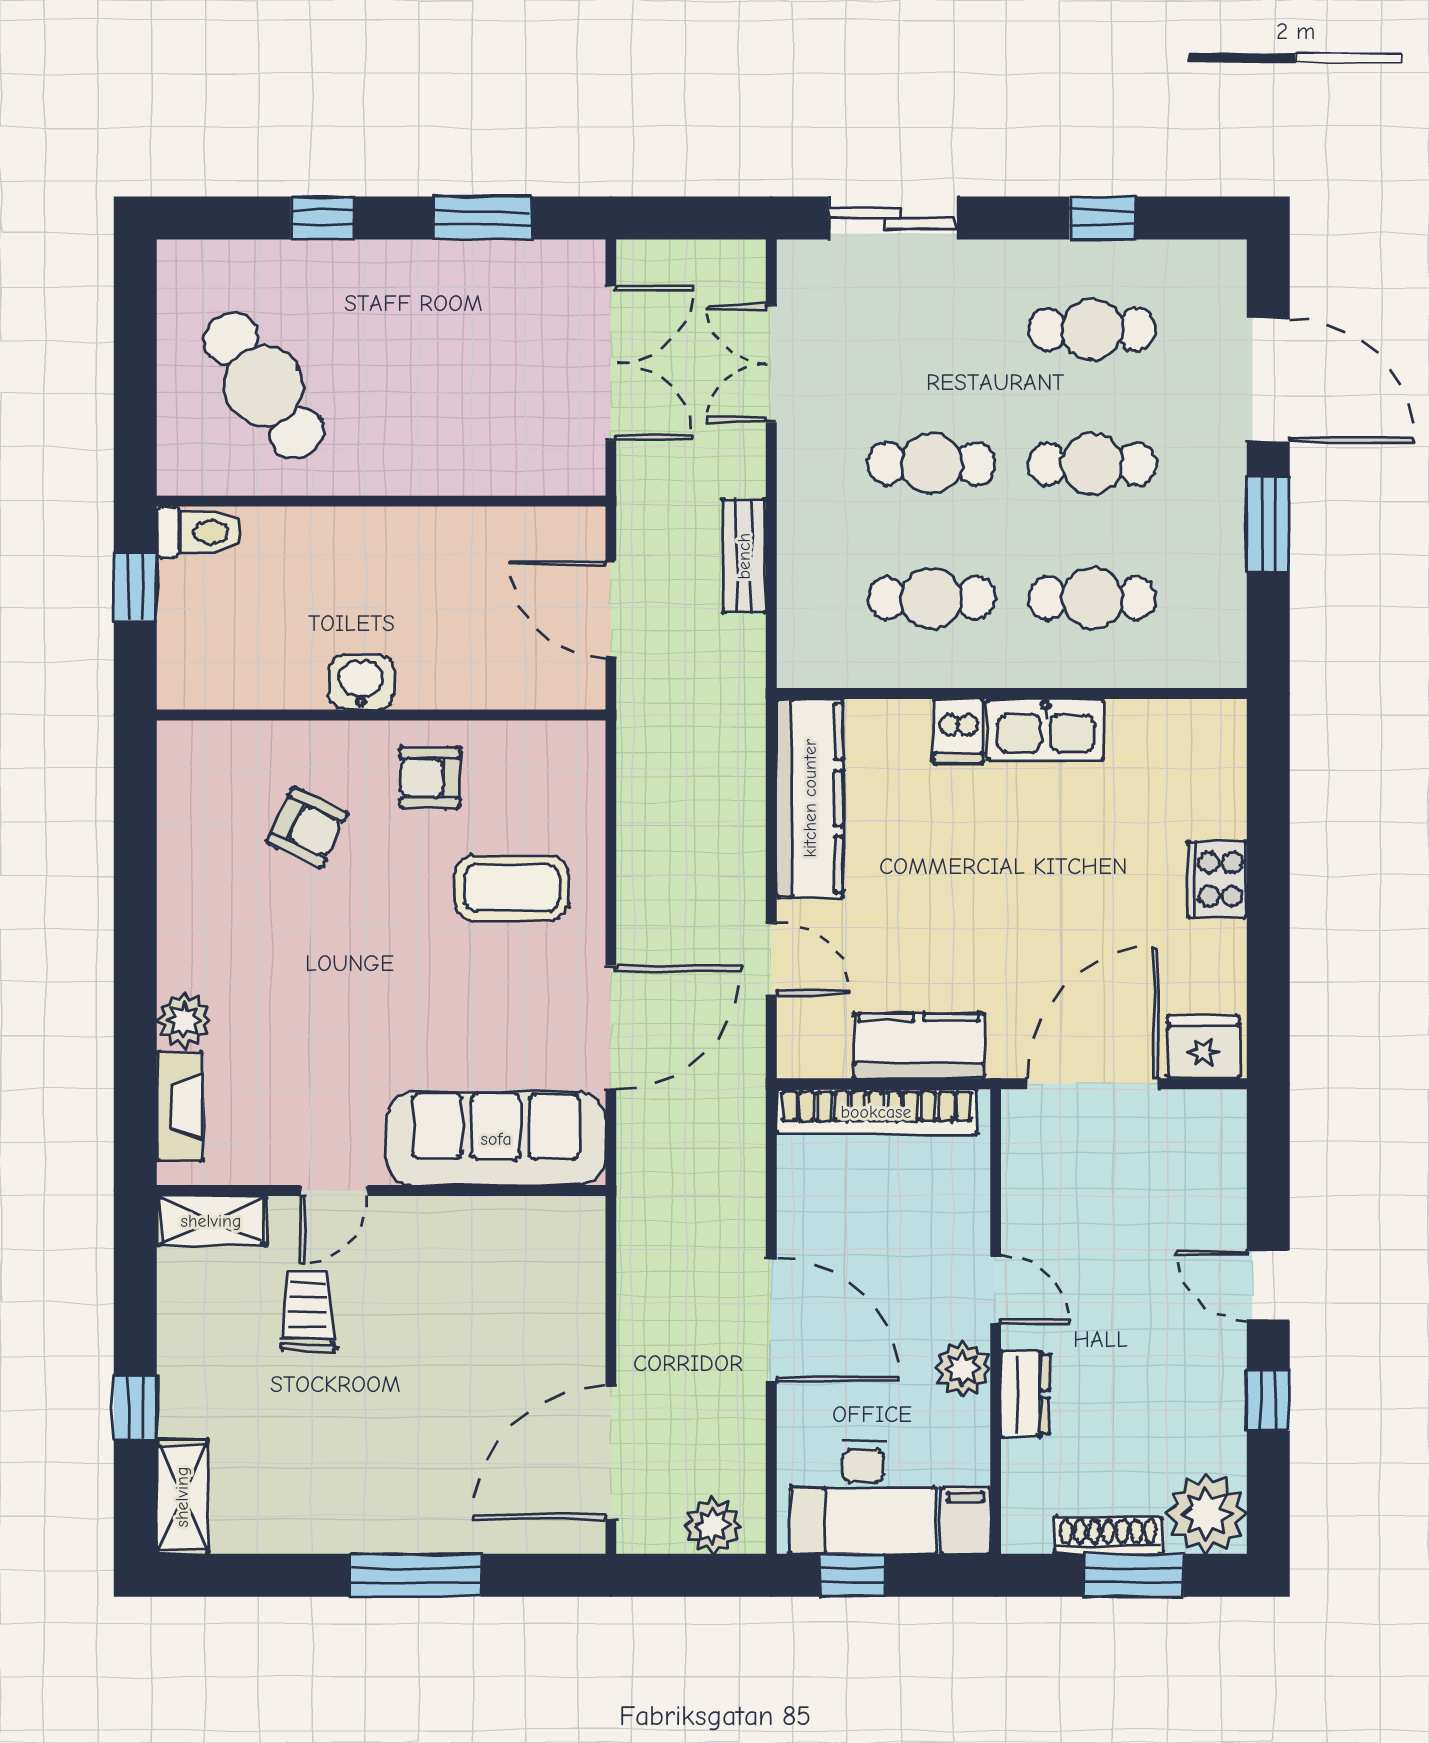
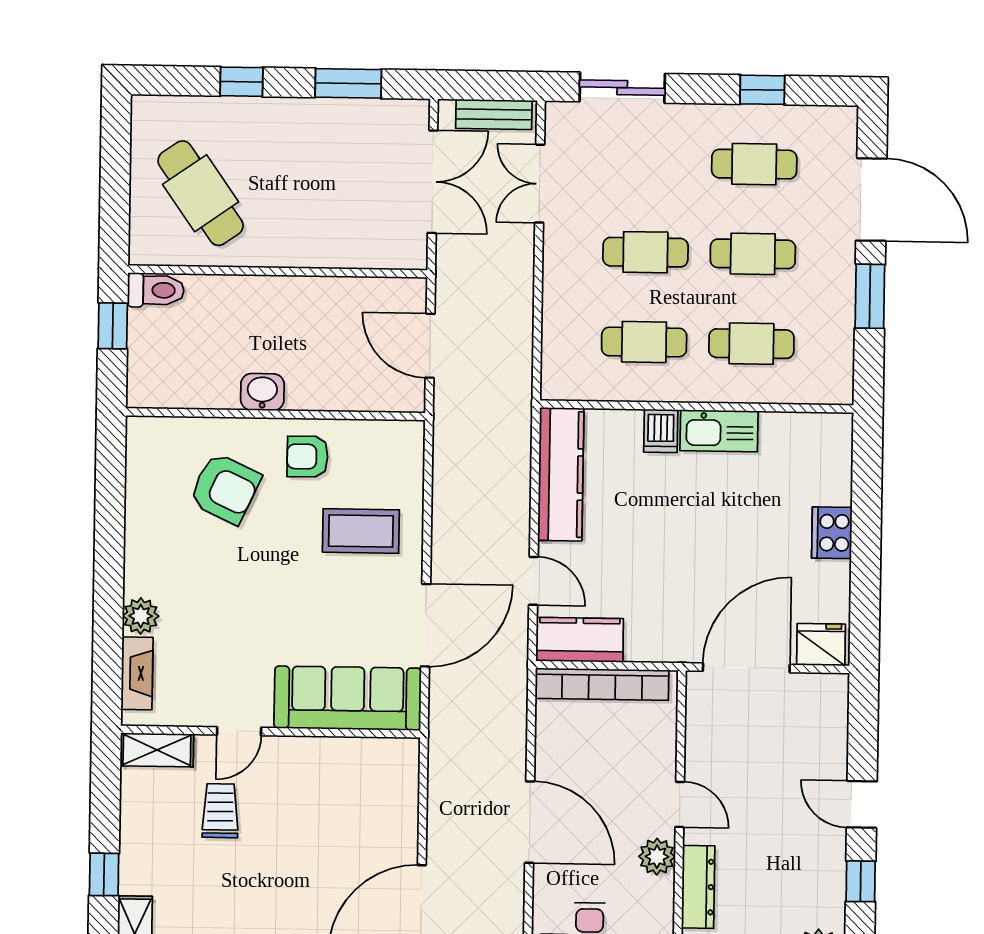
bench: (744, 556) -> (494, 114), moved, turned 90
armchair: (307, 827) -> (225, 488), width x1.38, depth x1.38
kitchen counter: (919, 1046) -> (580, 640), moved
dresser: (1025, 1394) -> (698, 887), width x1.44

